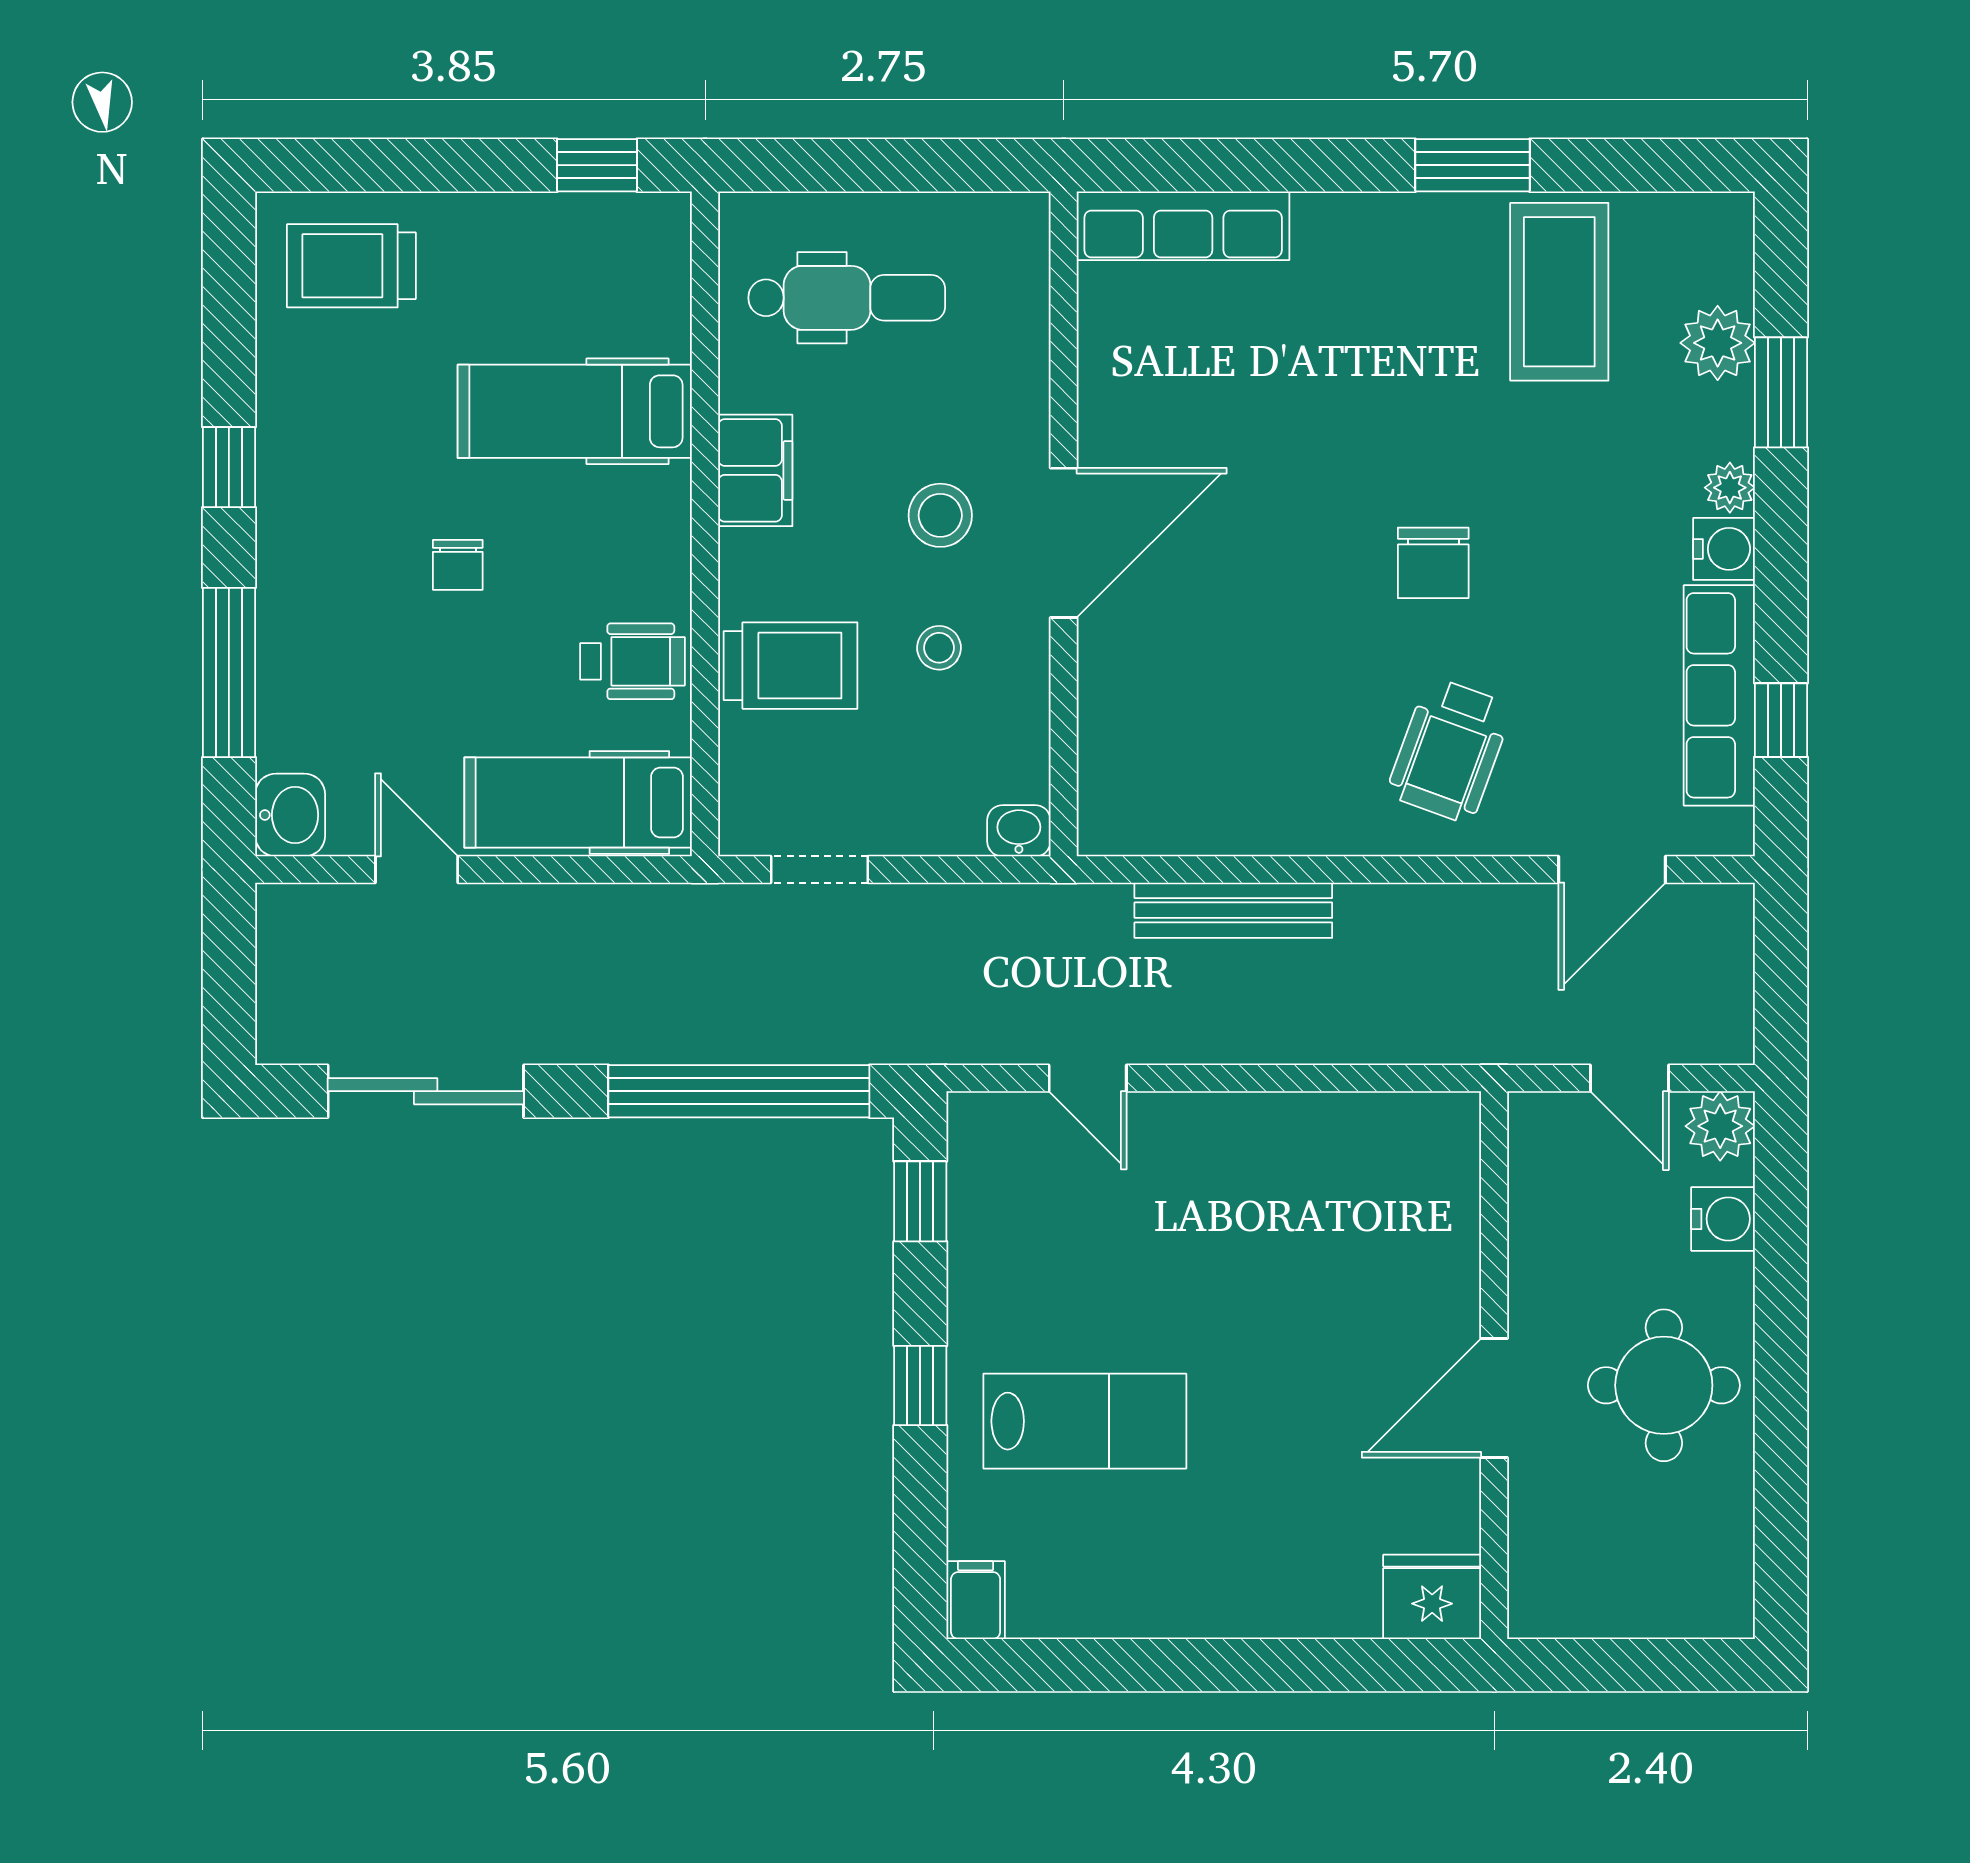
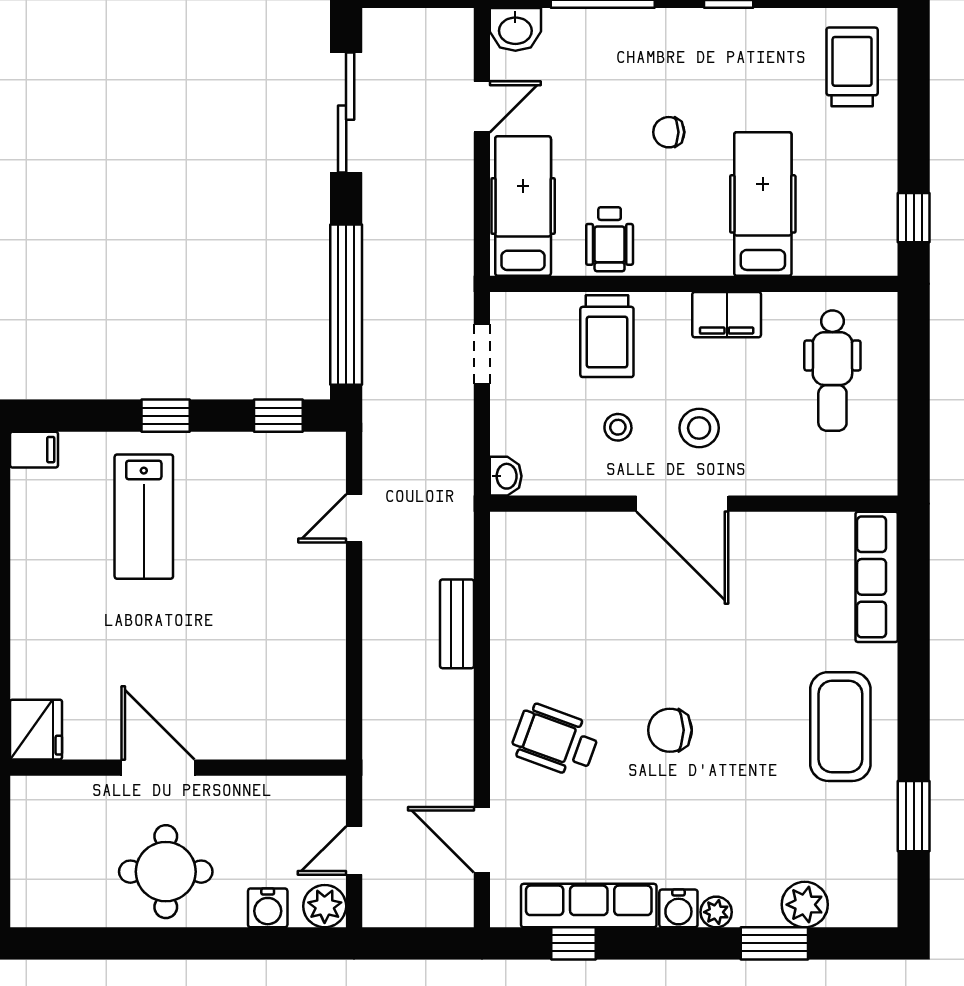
window: (1473, 165) -> (914, 816), moved
coffee table: (1559, 292) -> (840, 727), moved, turned 90
bench: (1233, 910) -> (457, 624), width x0.73

